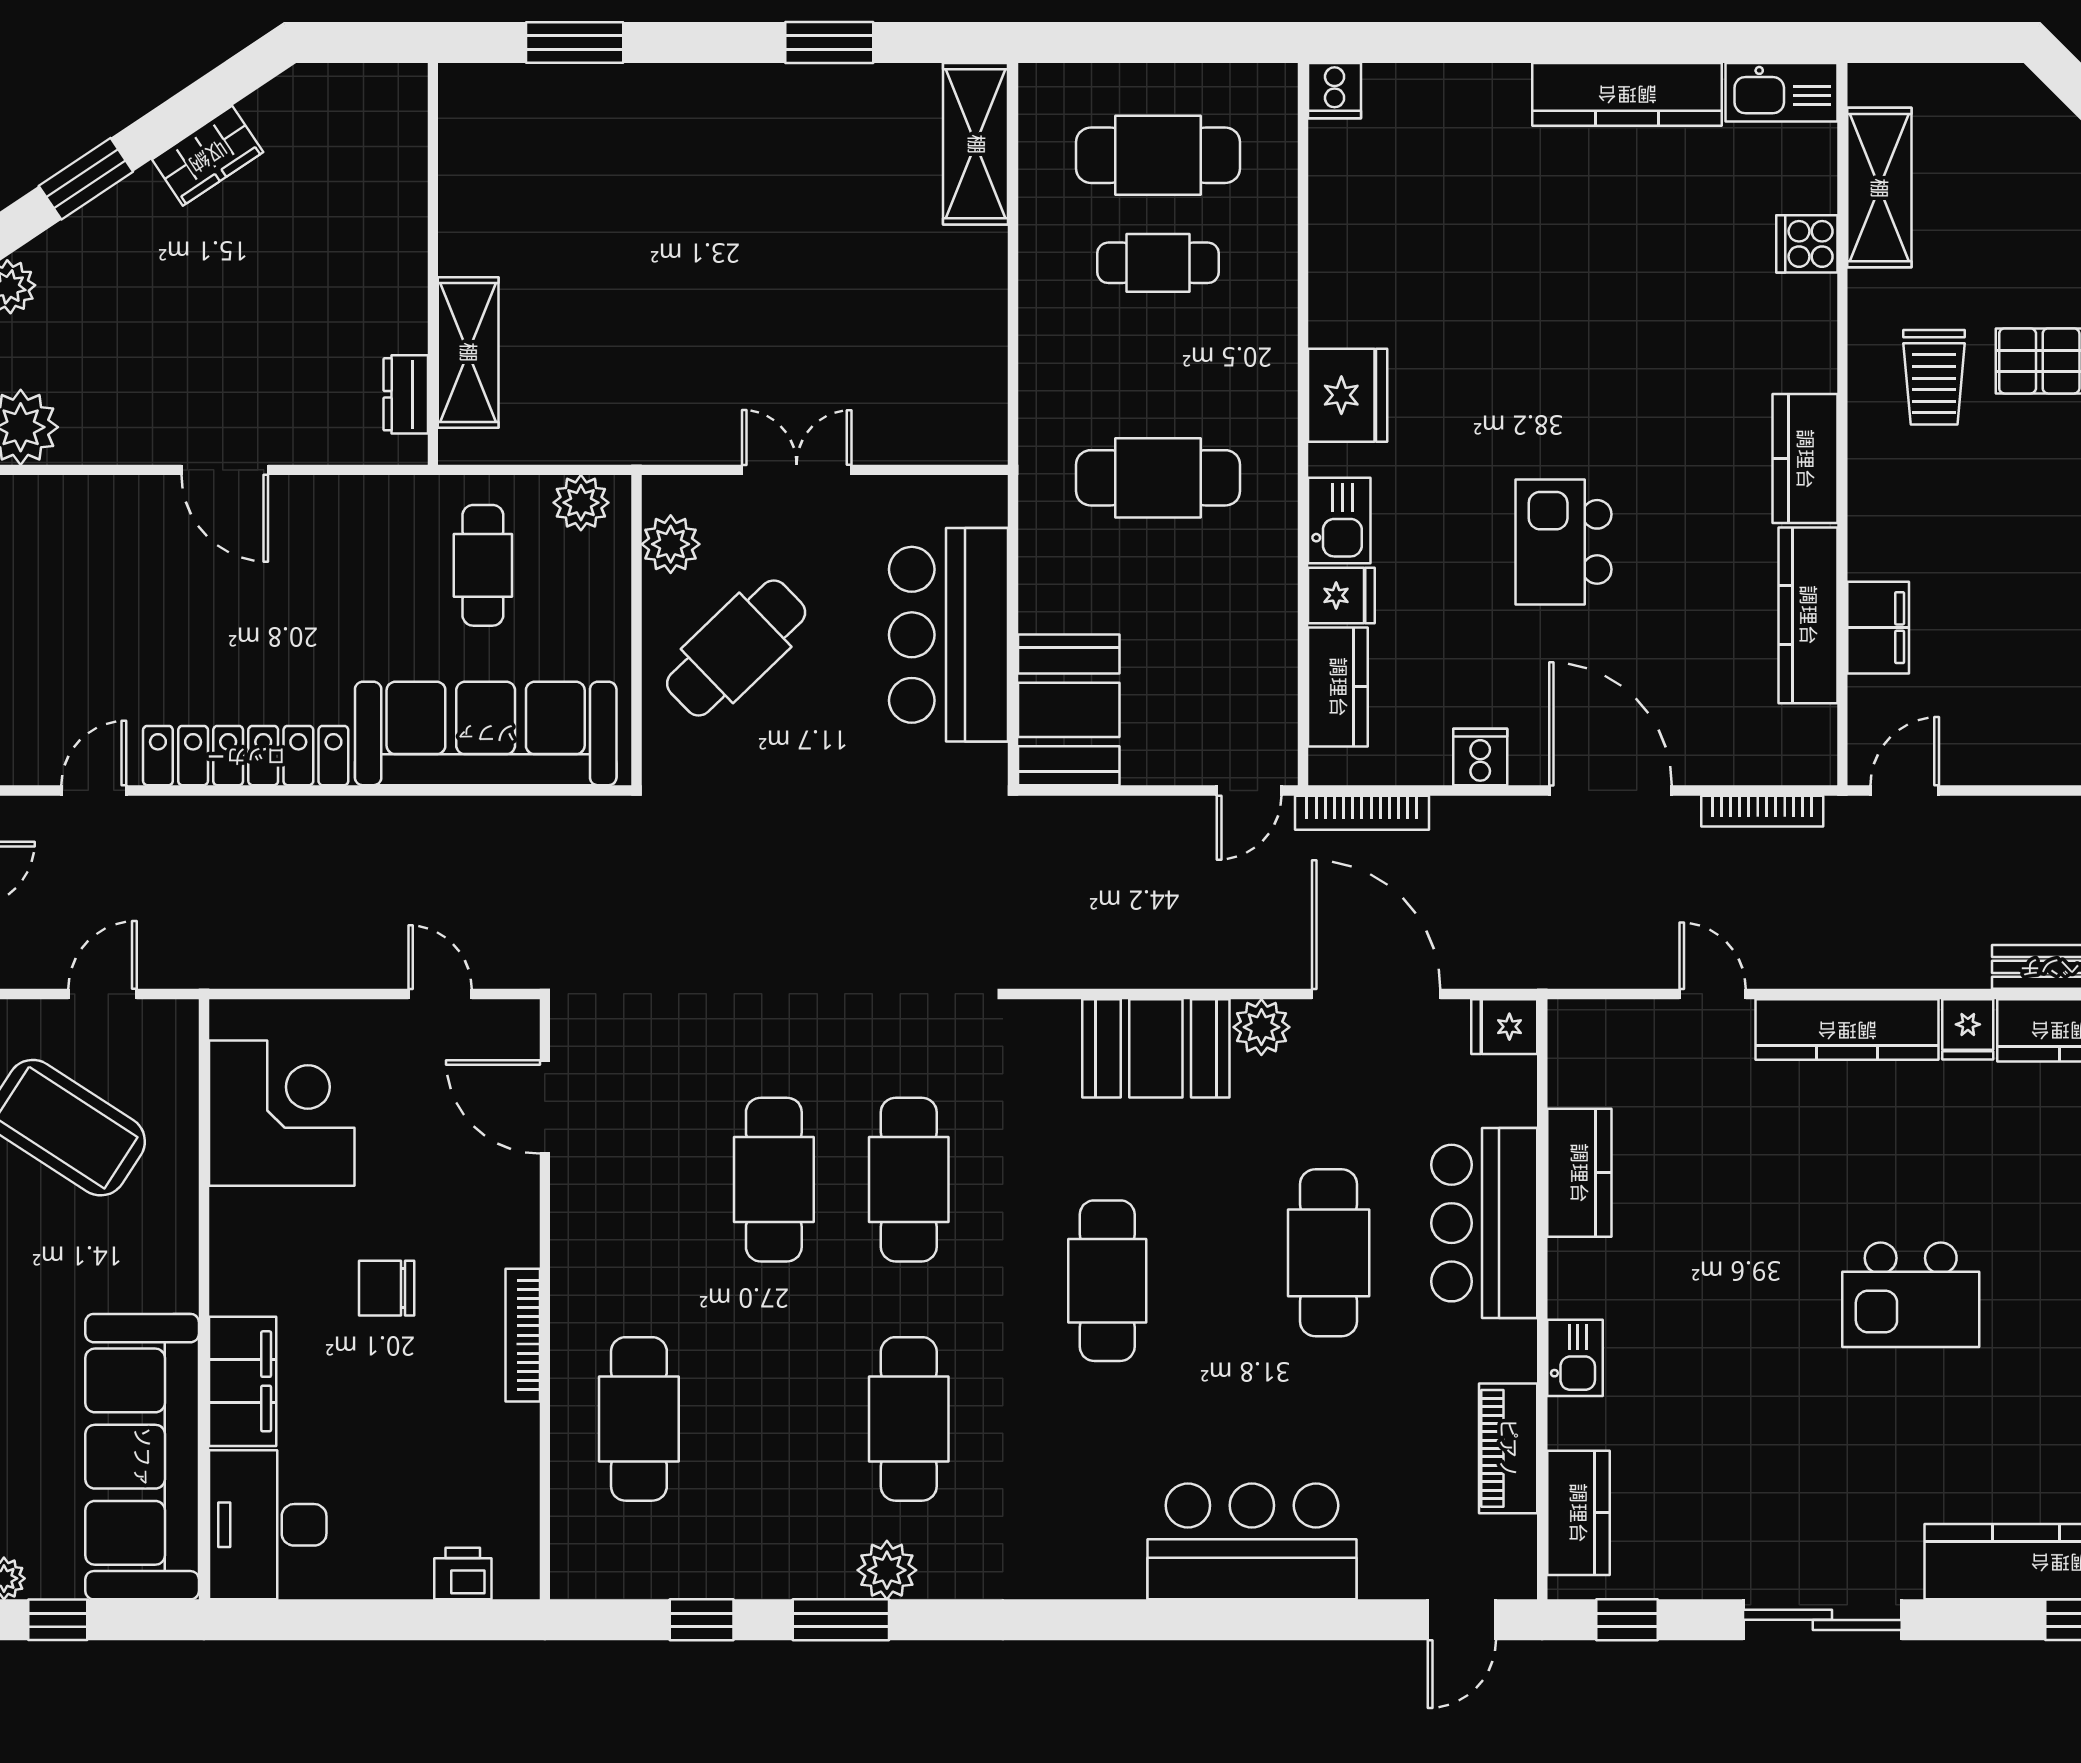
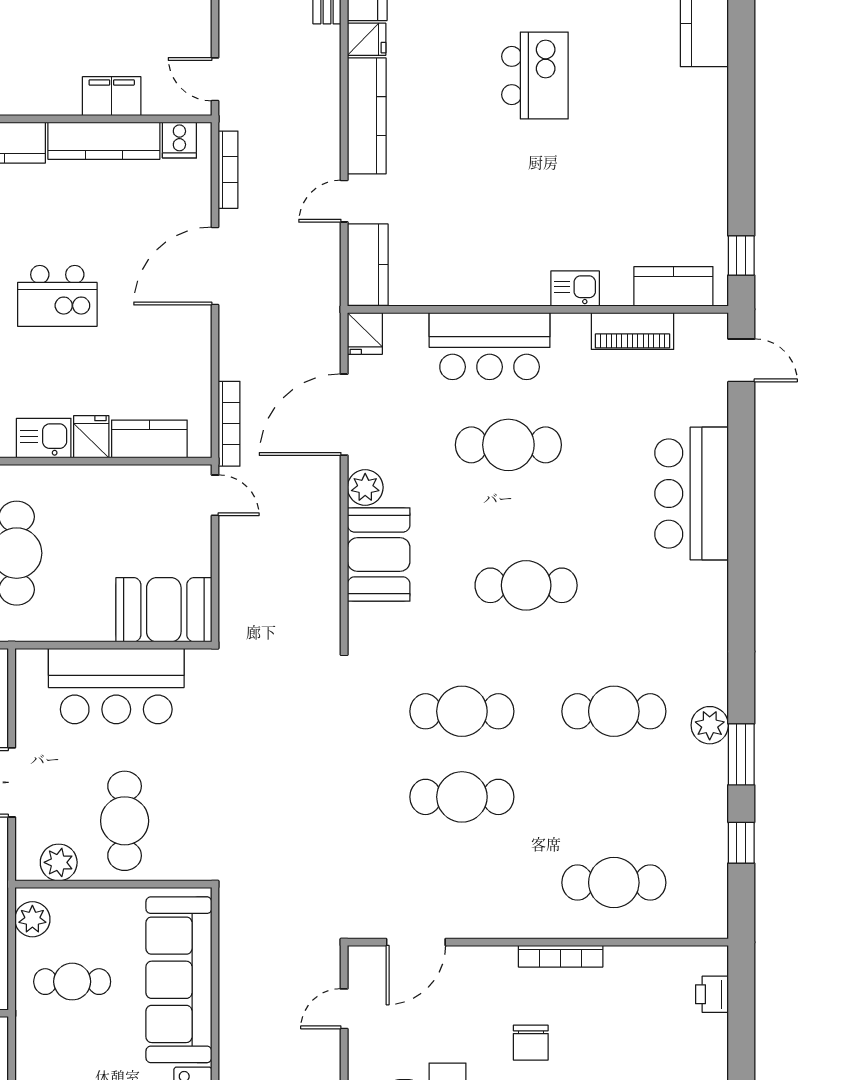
cafe table: (736, 648) -> (125, 821), turned 44
cooker: (1480, 757) -> (179, 140), moved, turned -90
kitchen counter: (1579, 1173) -> (368, 265), moved, turned 90
sliding door: (1822, 1620) -> (741, 132), removed

